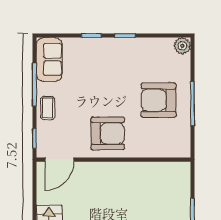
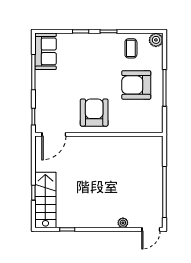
coffee table: (48, 108) -> (131, 48), moved
armchair: (108, 133) -> (94, 113), turned -90

